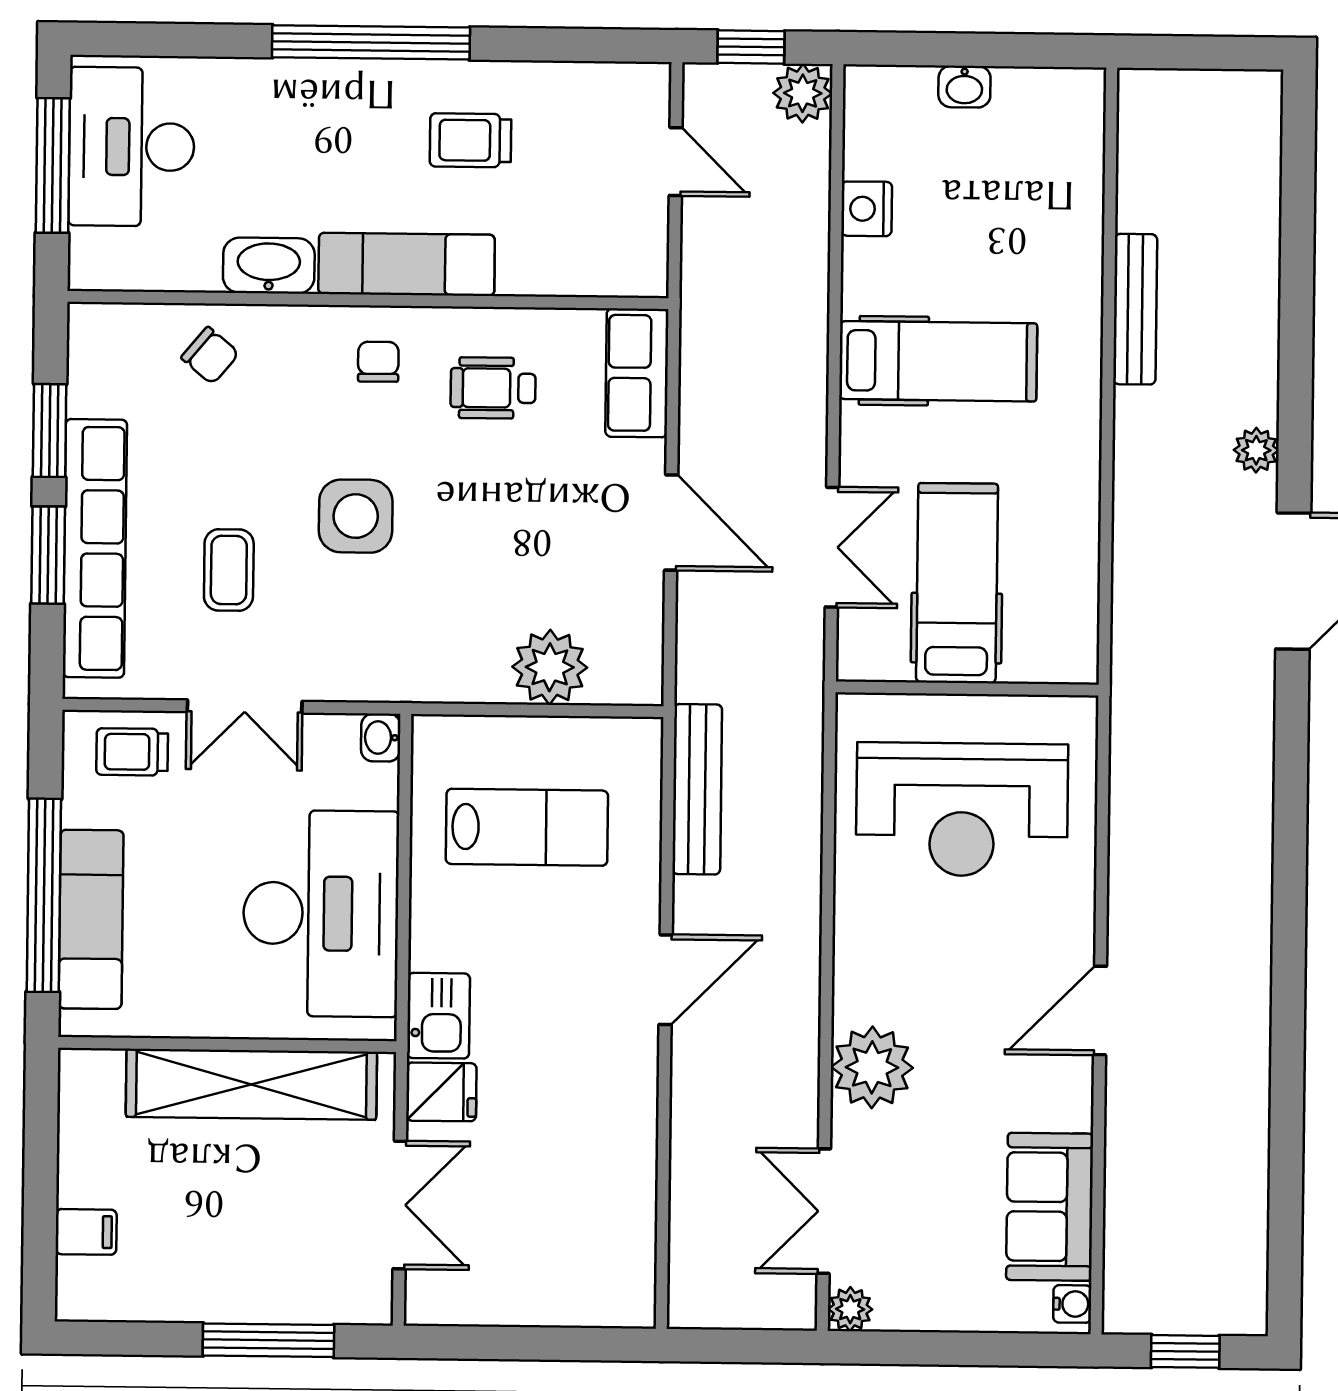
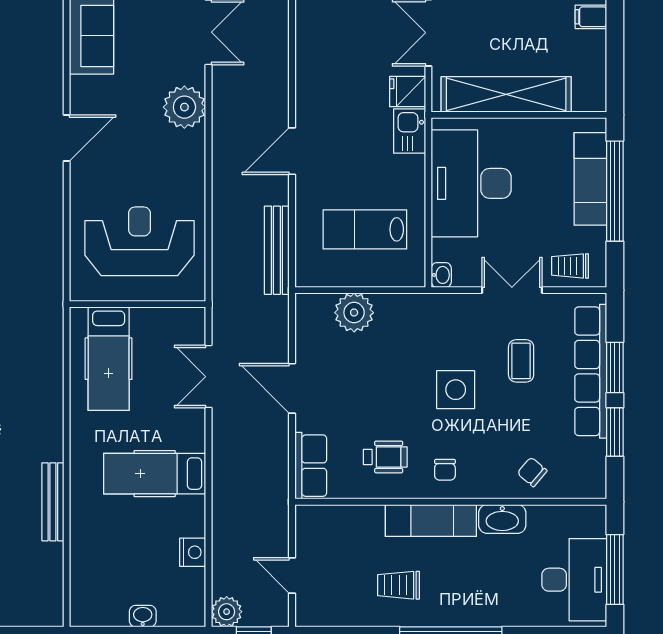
trolley: (470, 140) -> (398, 585), turned 180
hospital bed: (957, 583) -> (109, 359), moved
trolley: (132, 752) -> (570, 266), turned 180

